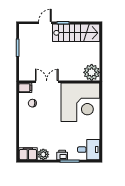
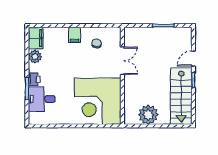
door: (45, 23) -> (193, 59), swing flipped
plant: (92, 72) -> (148, 115), moved
filing cabinet: (25, 88) -> (75, 35), moved
desk: (89, 150) -> (42, 99), moved, turned 90

